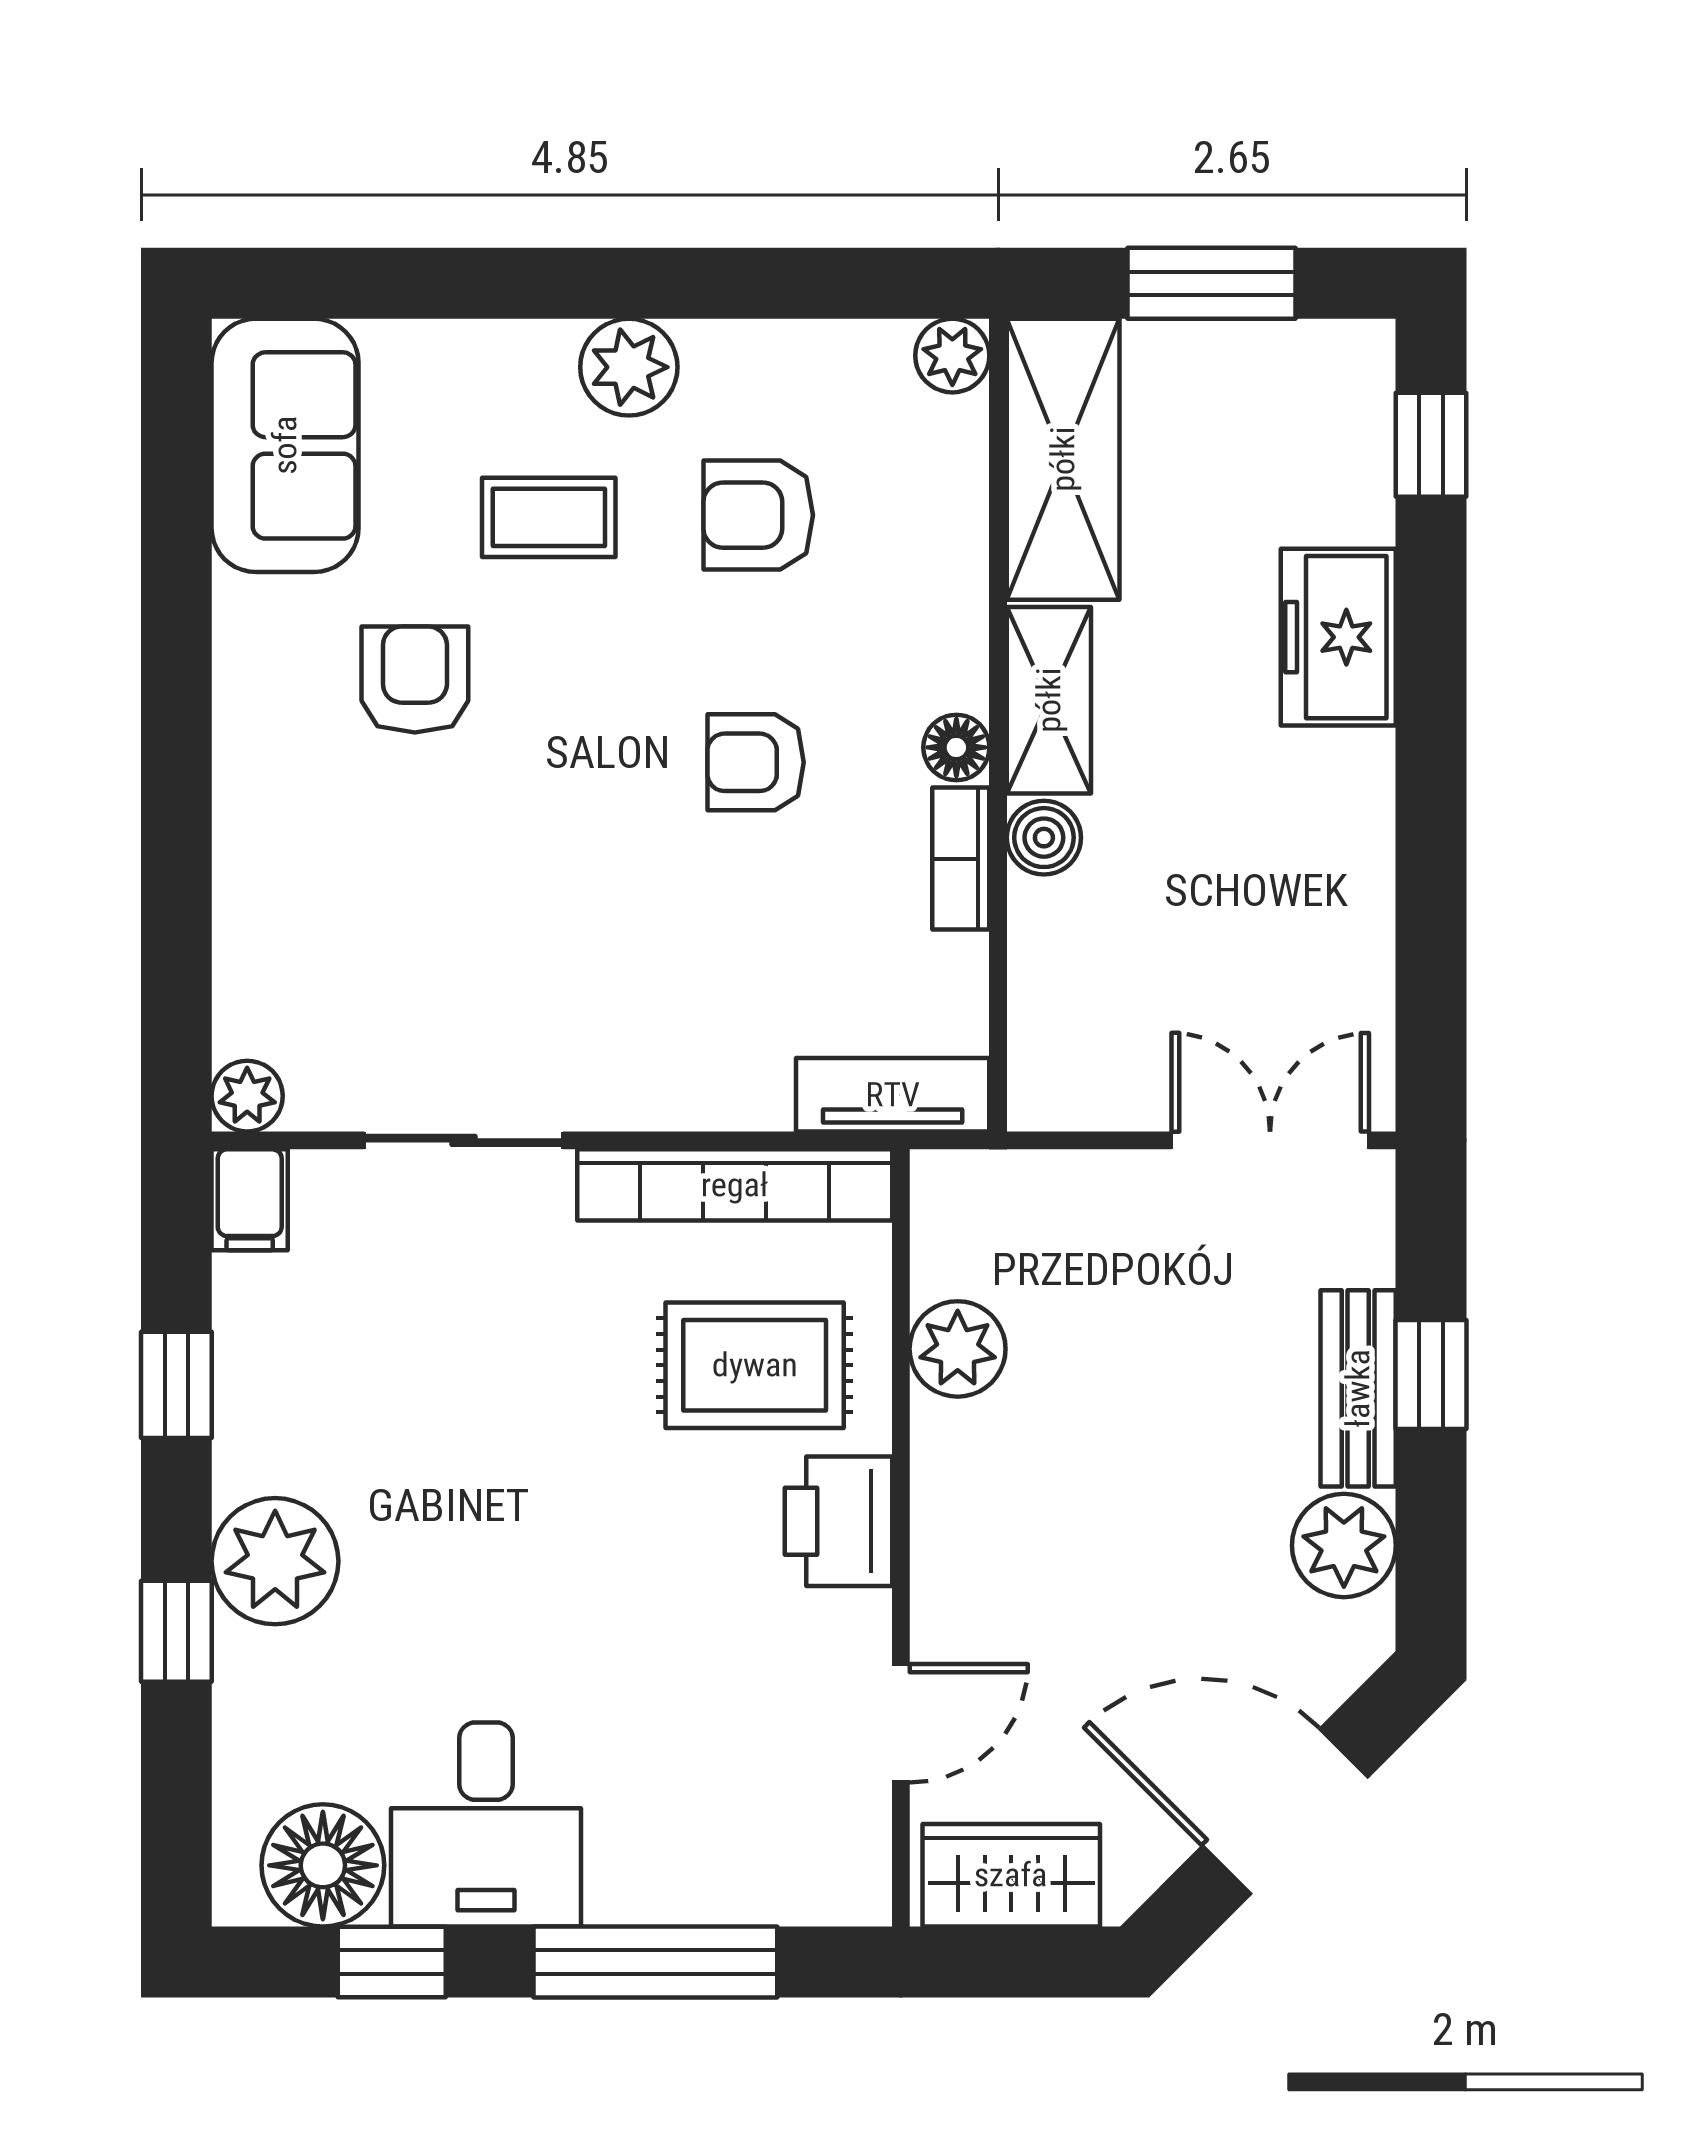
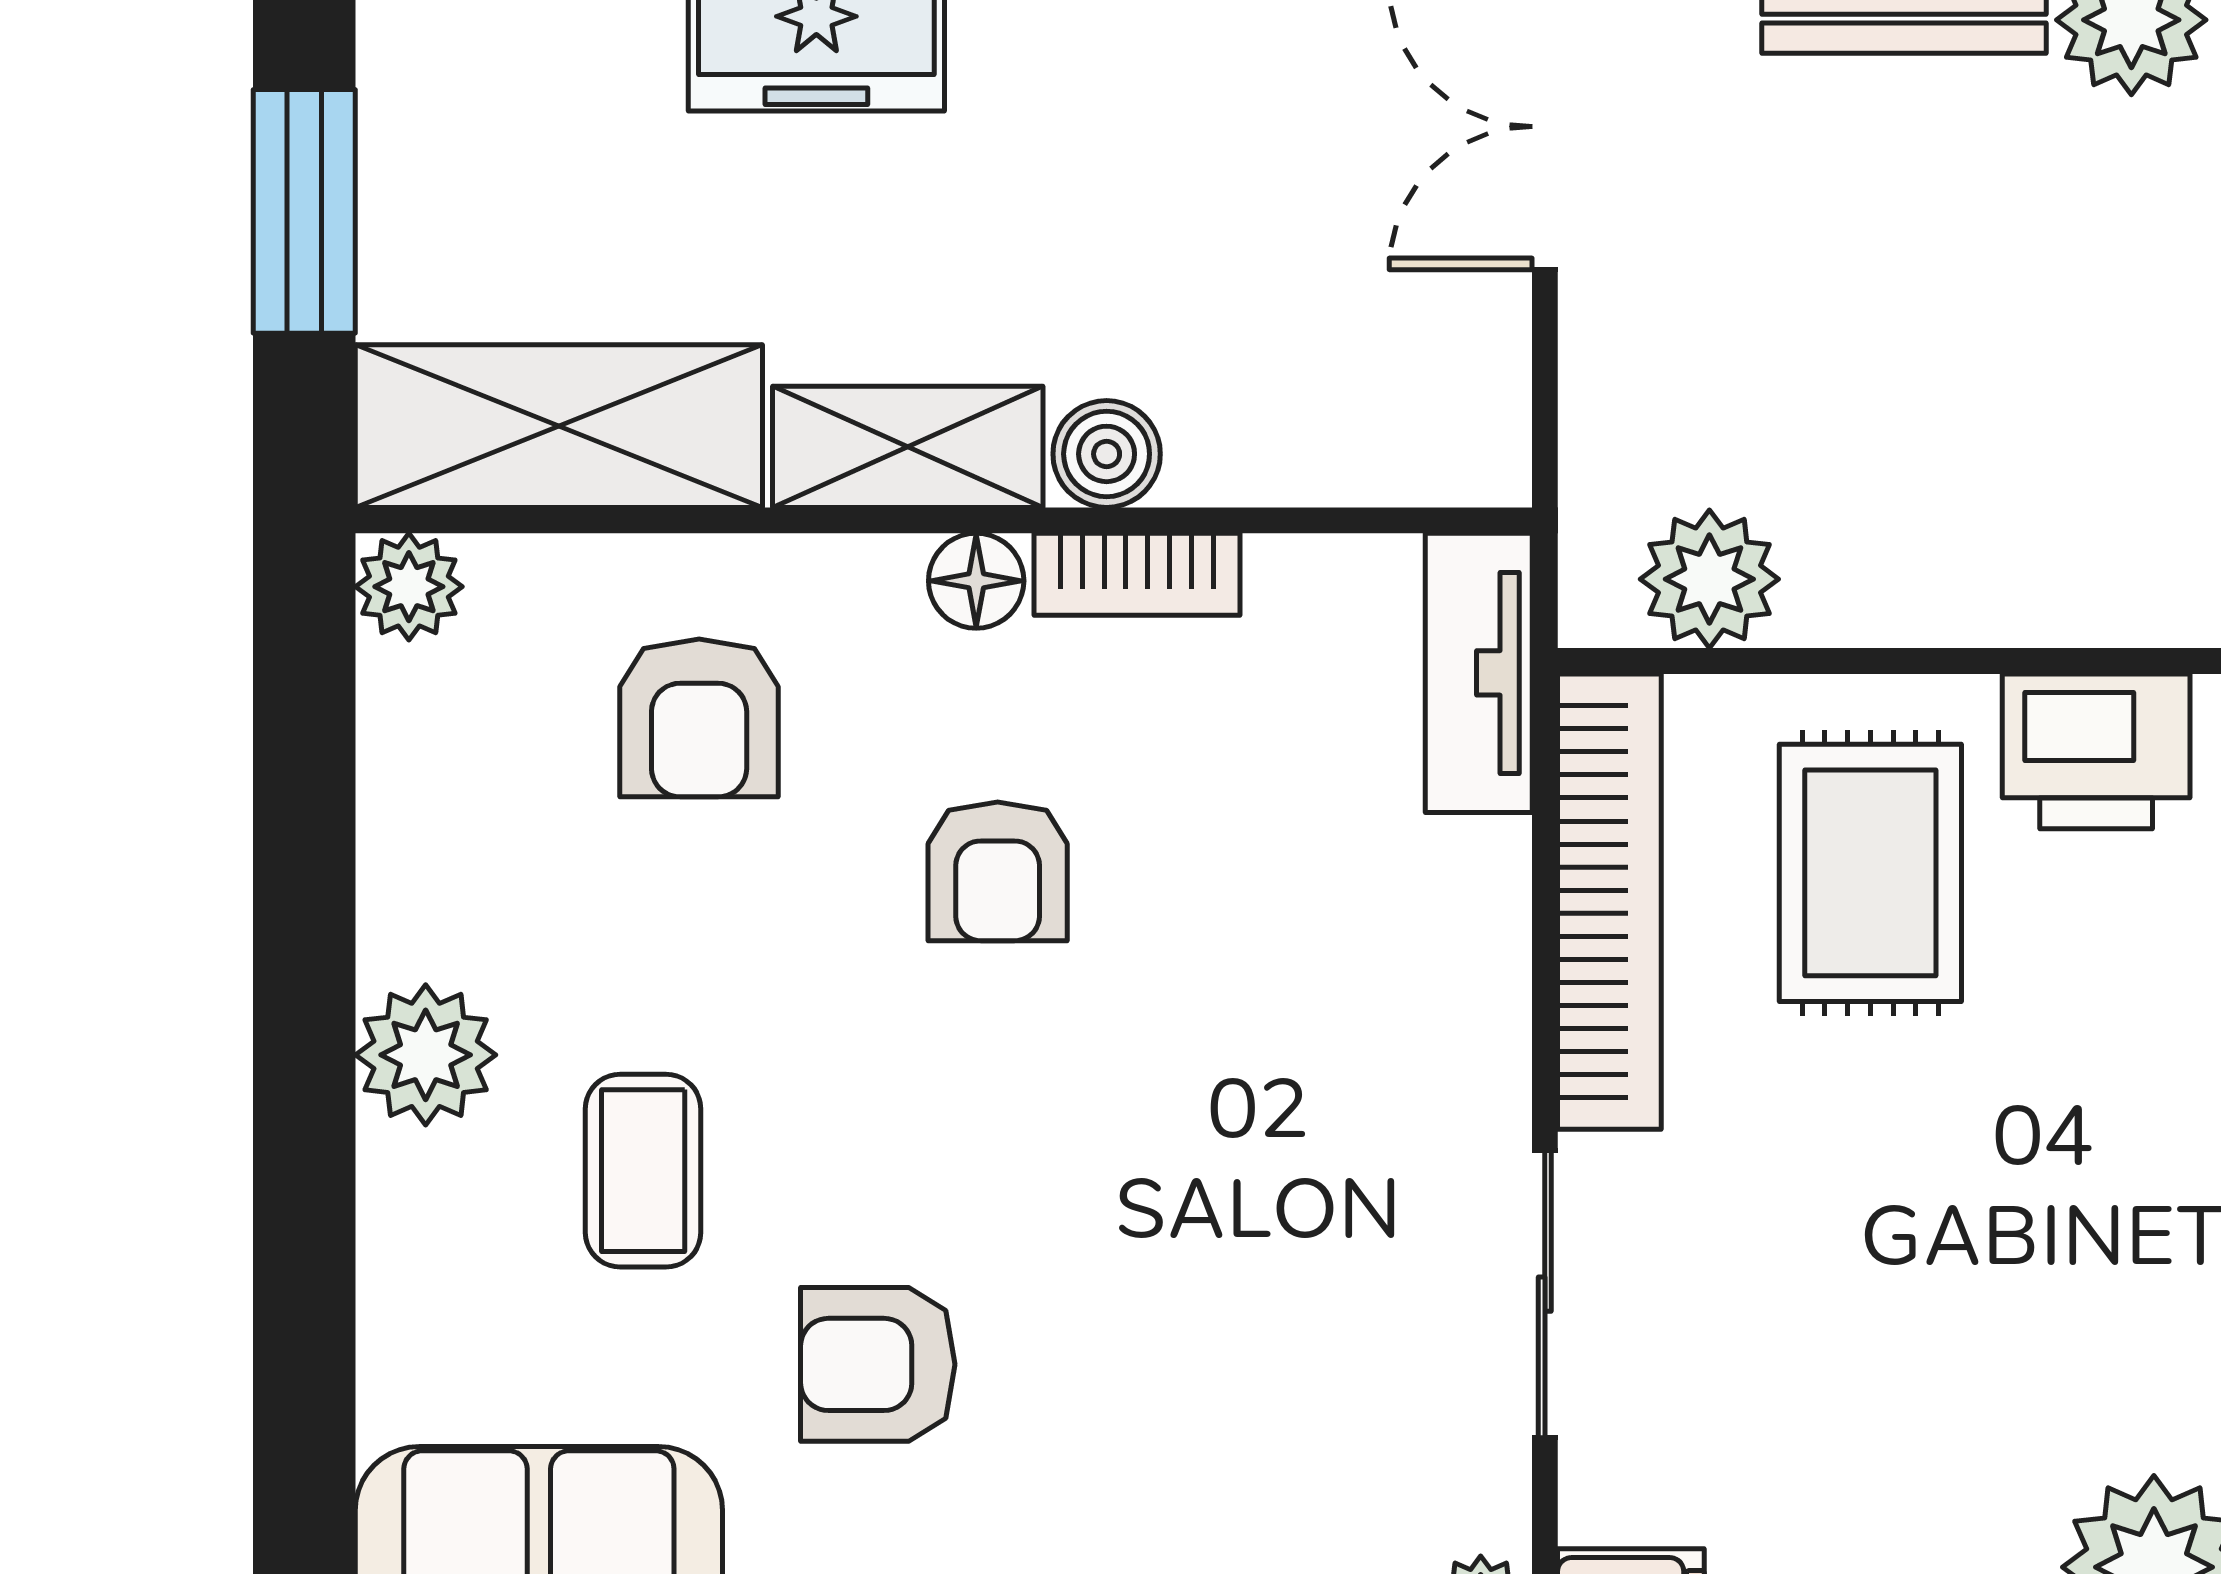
armchair: (758, 515) -> (699, 718), moved
plant: (958, 1349) -> (1709, 579), moved

